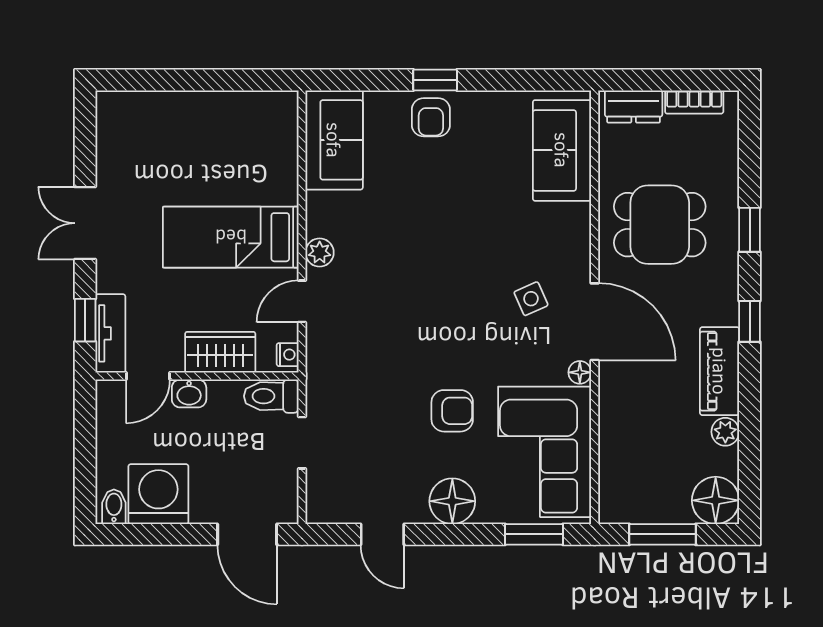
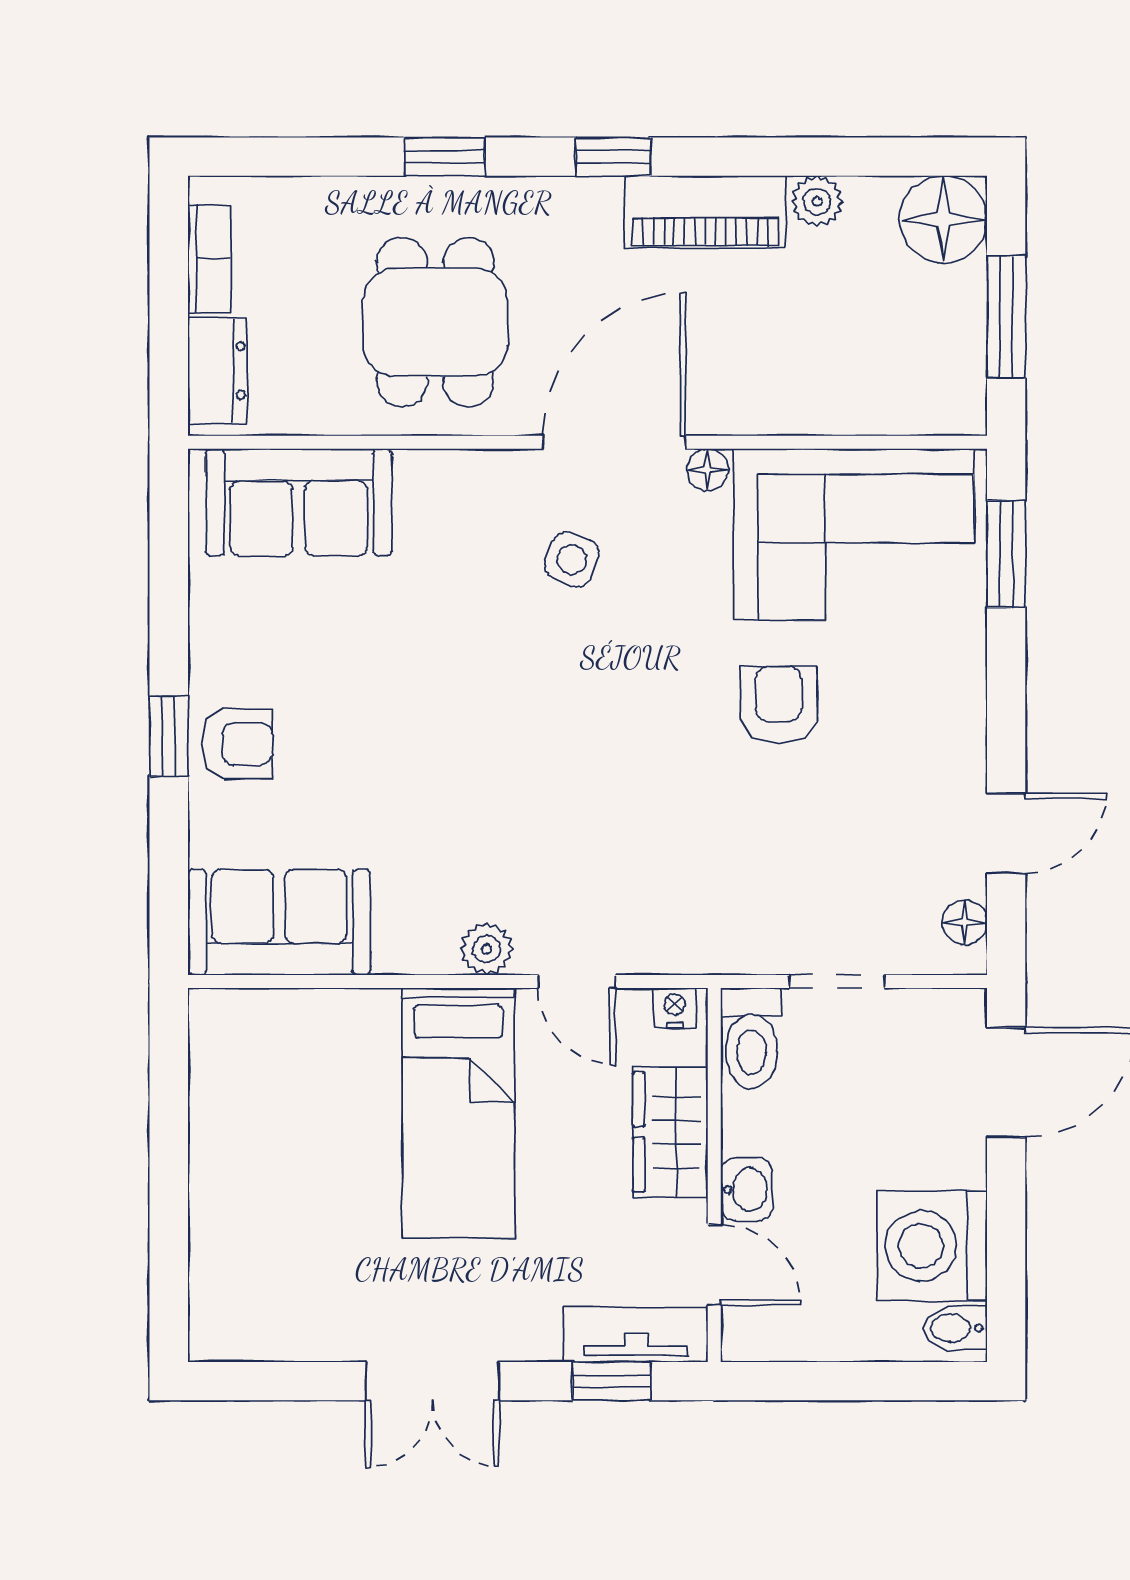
side table: (531, 299) -> (572, 559), turned 45
floor lamp: (452, 501) -> (965, 922), moved, width x0.53, depth x0.53

